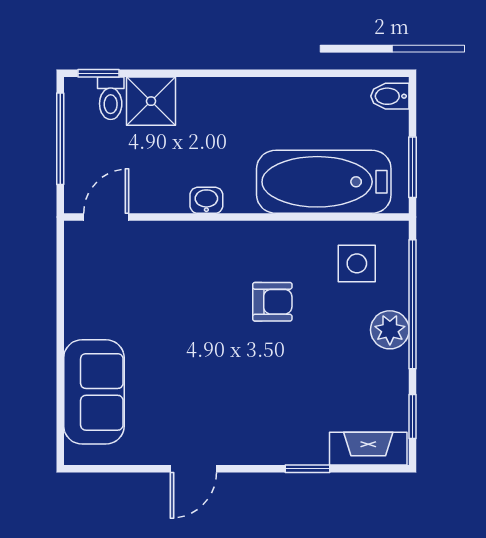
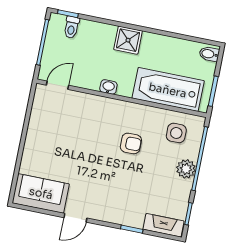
shower: (151, 101) -> (128, 40), moved
sofa: (94, 392) -> (41, 193), moved, turned -90

